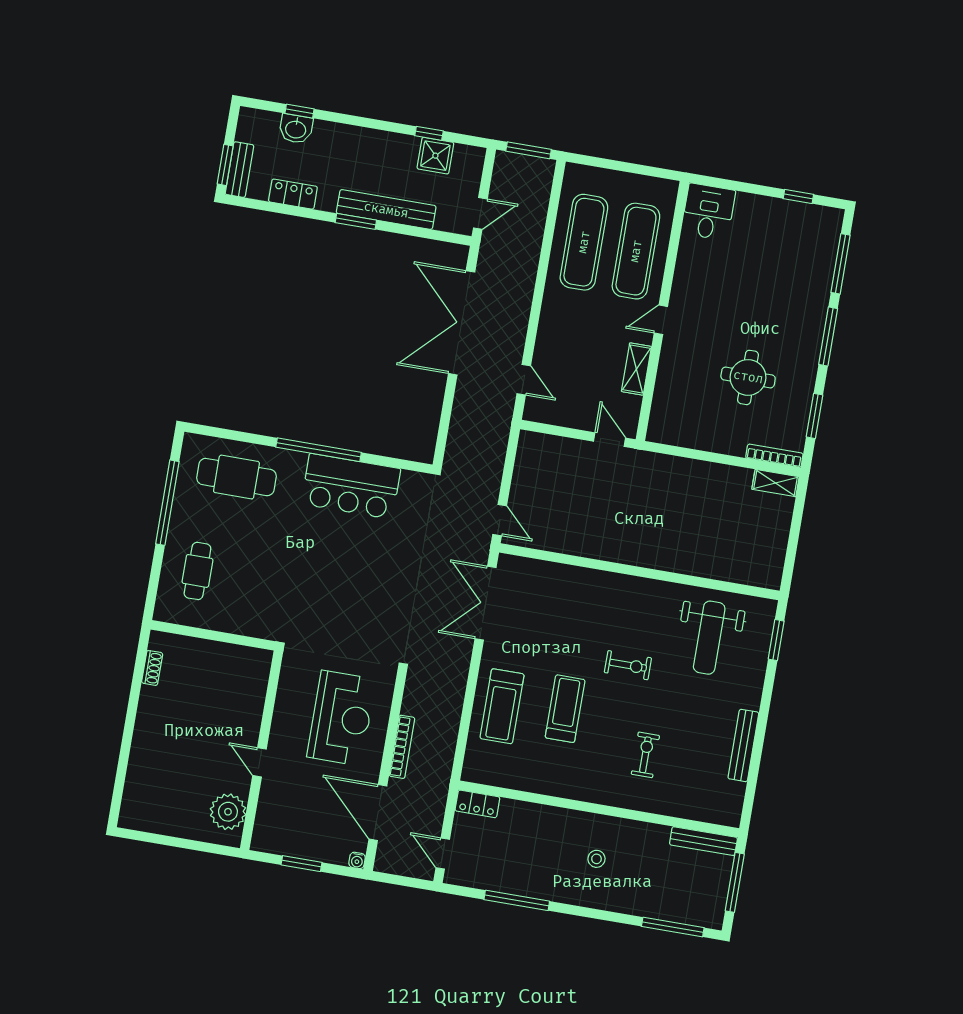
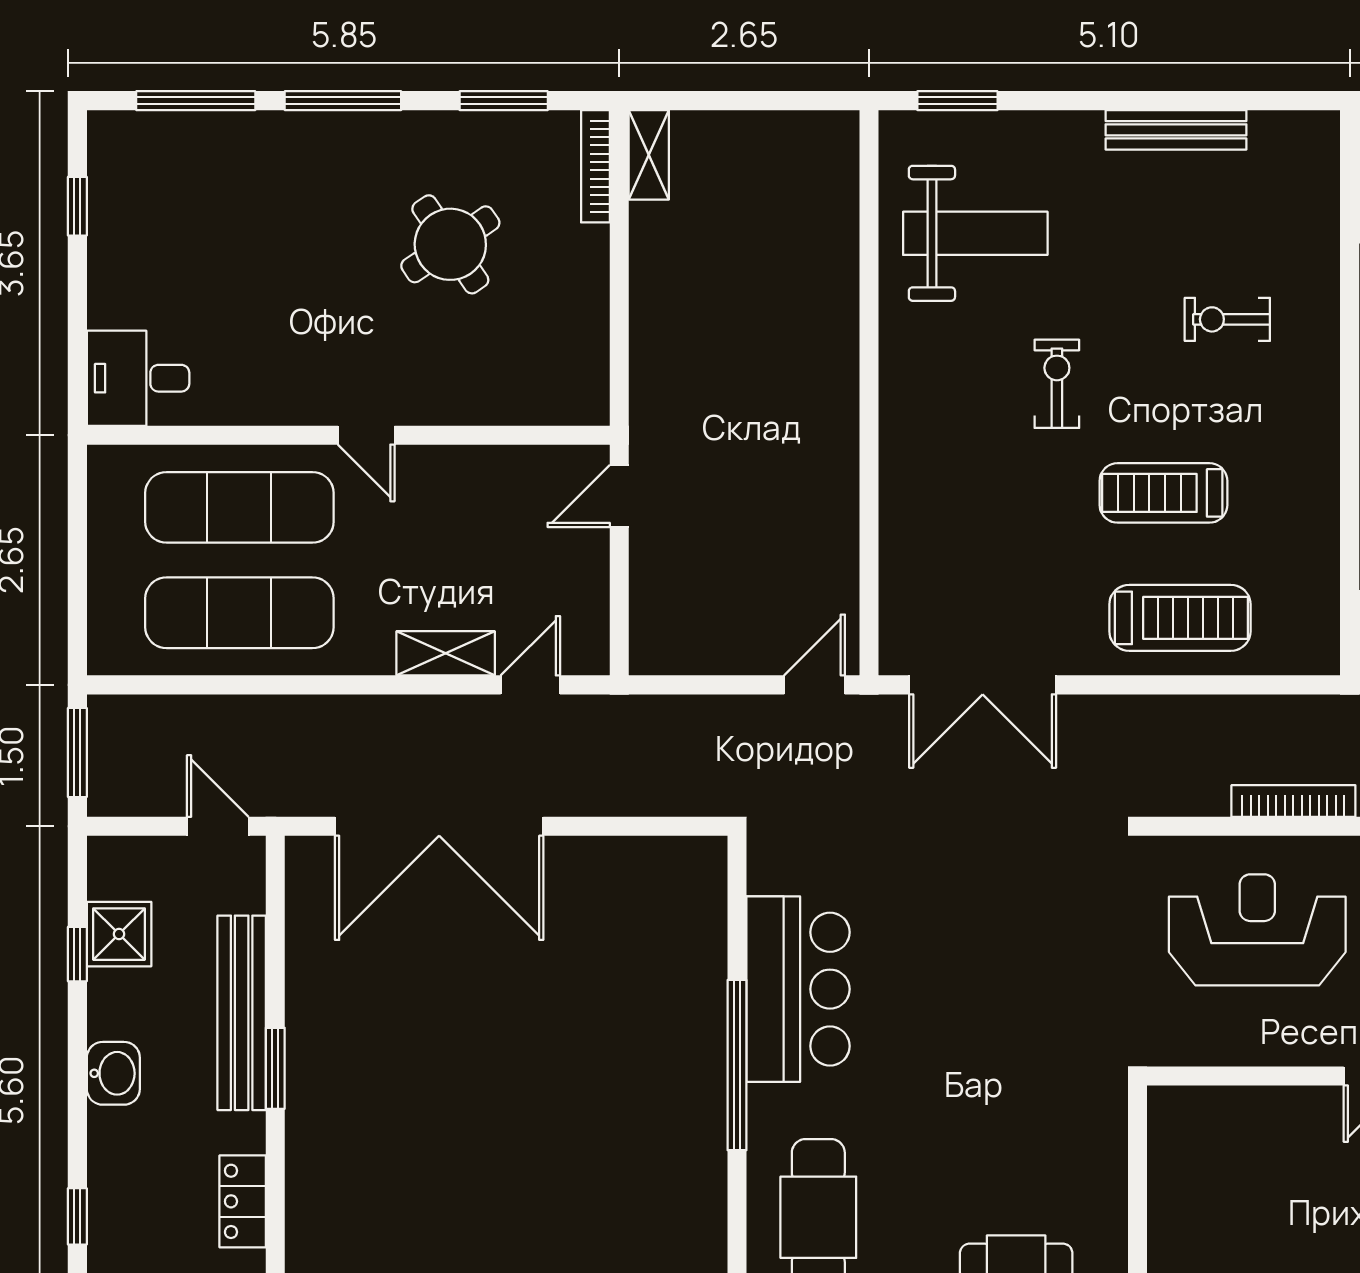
washbasin: (296, 129) -> (113, 1073), moved
shelving: (636, 369) -> (446, 653), moved
round table: (748, 377) -> (450, 244), turned -34

